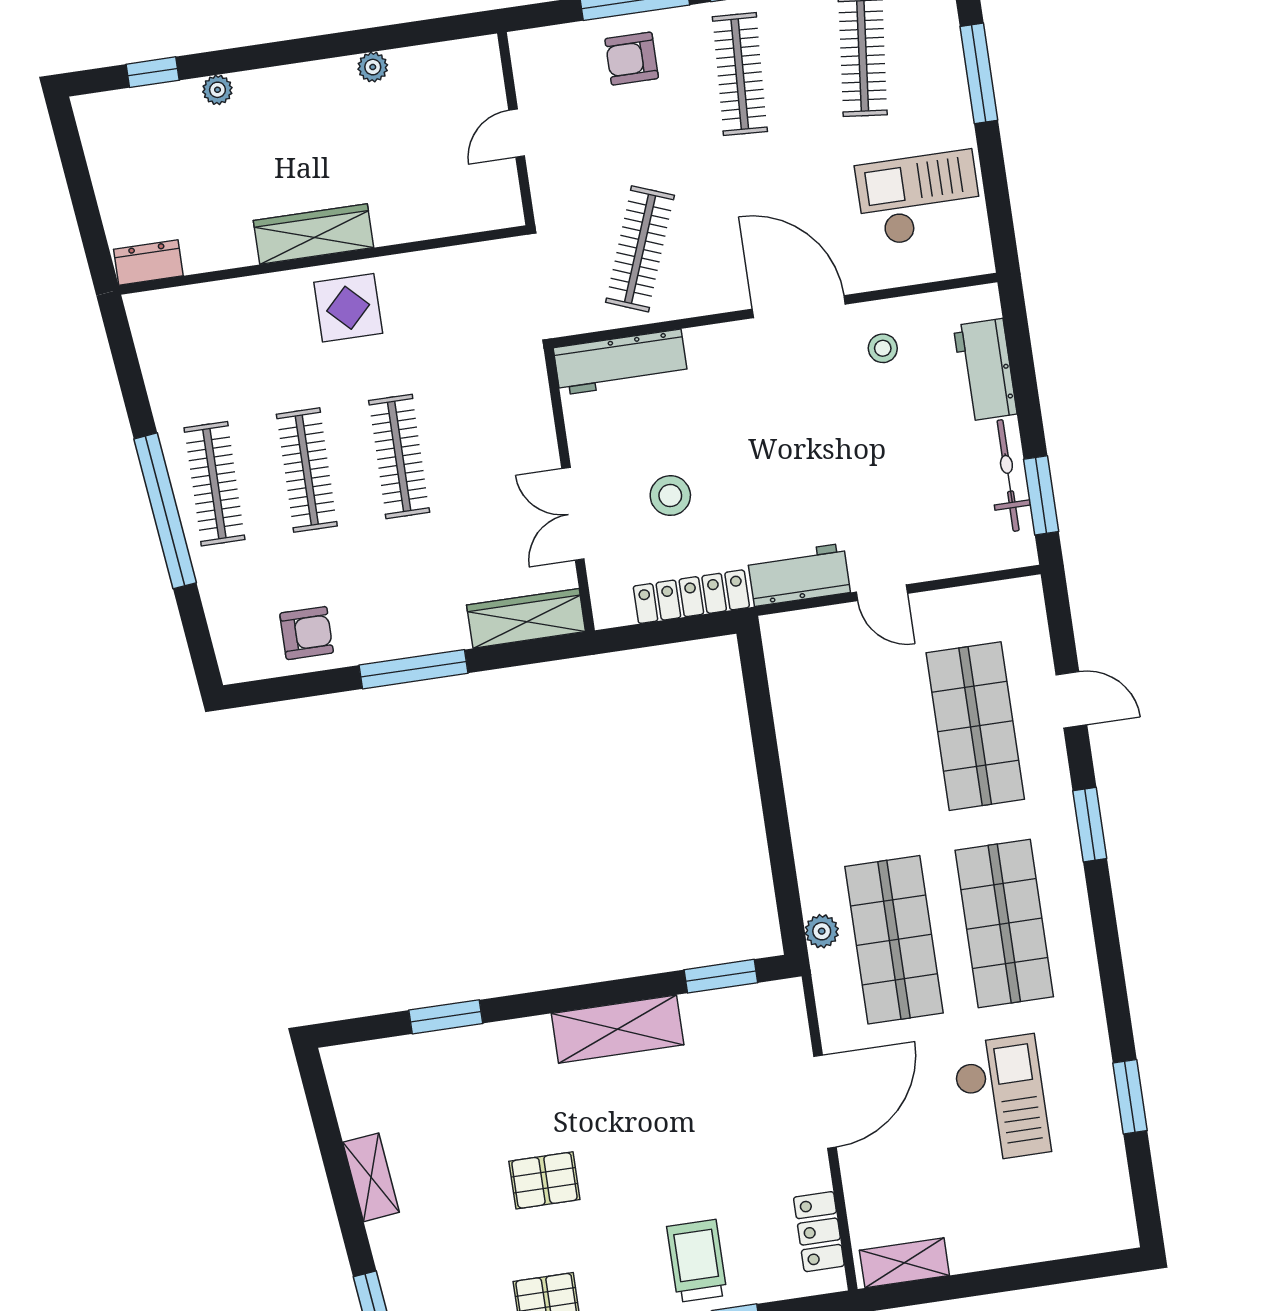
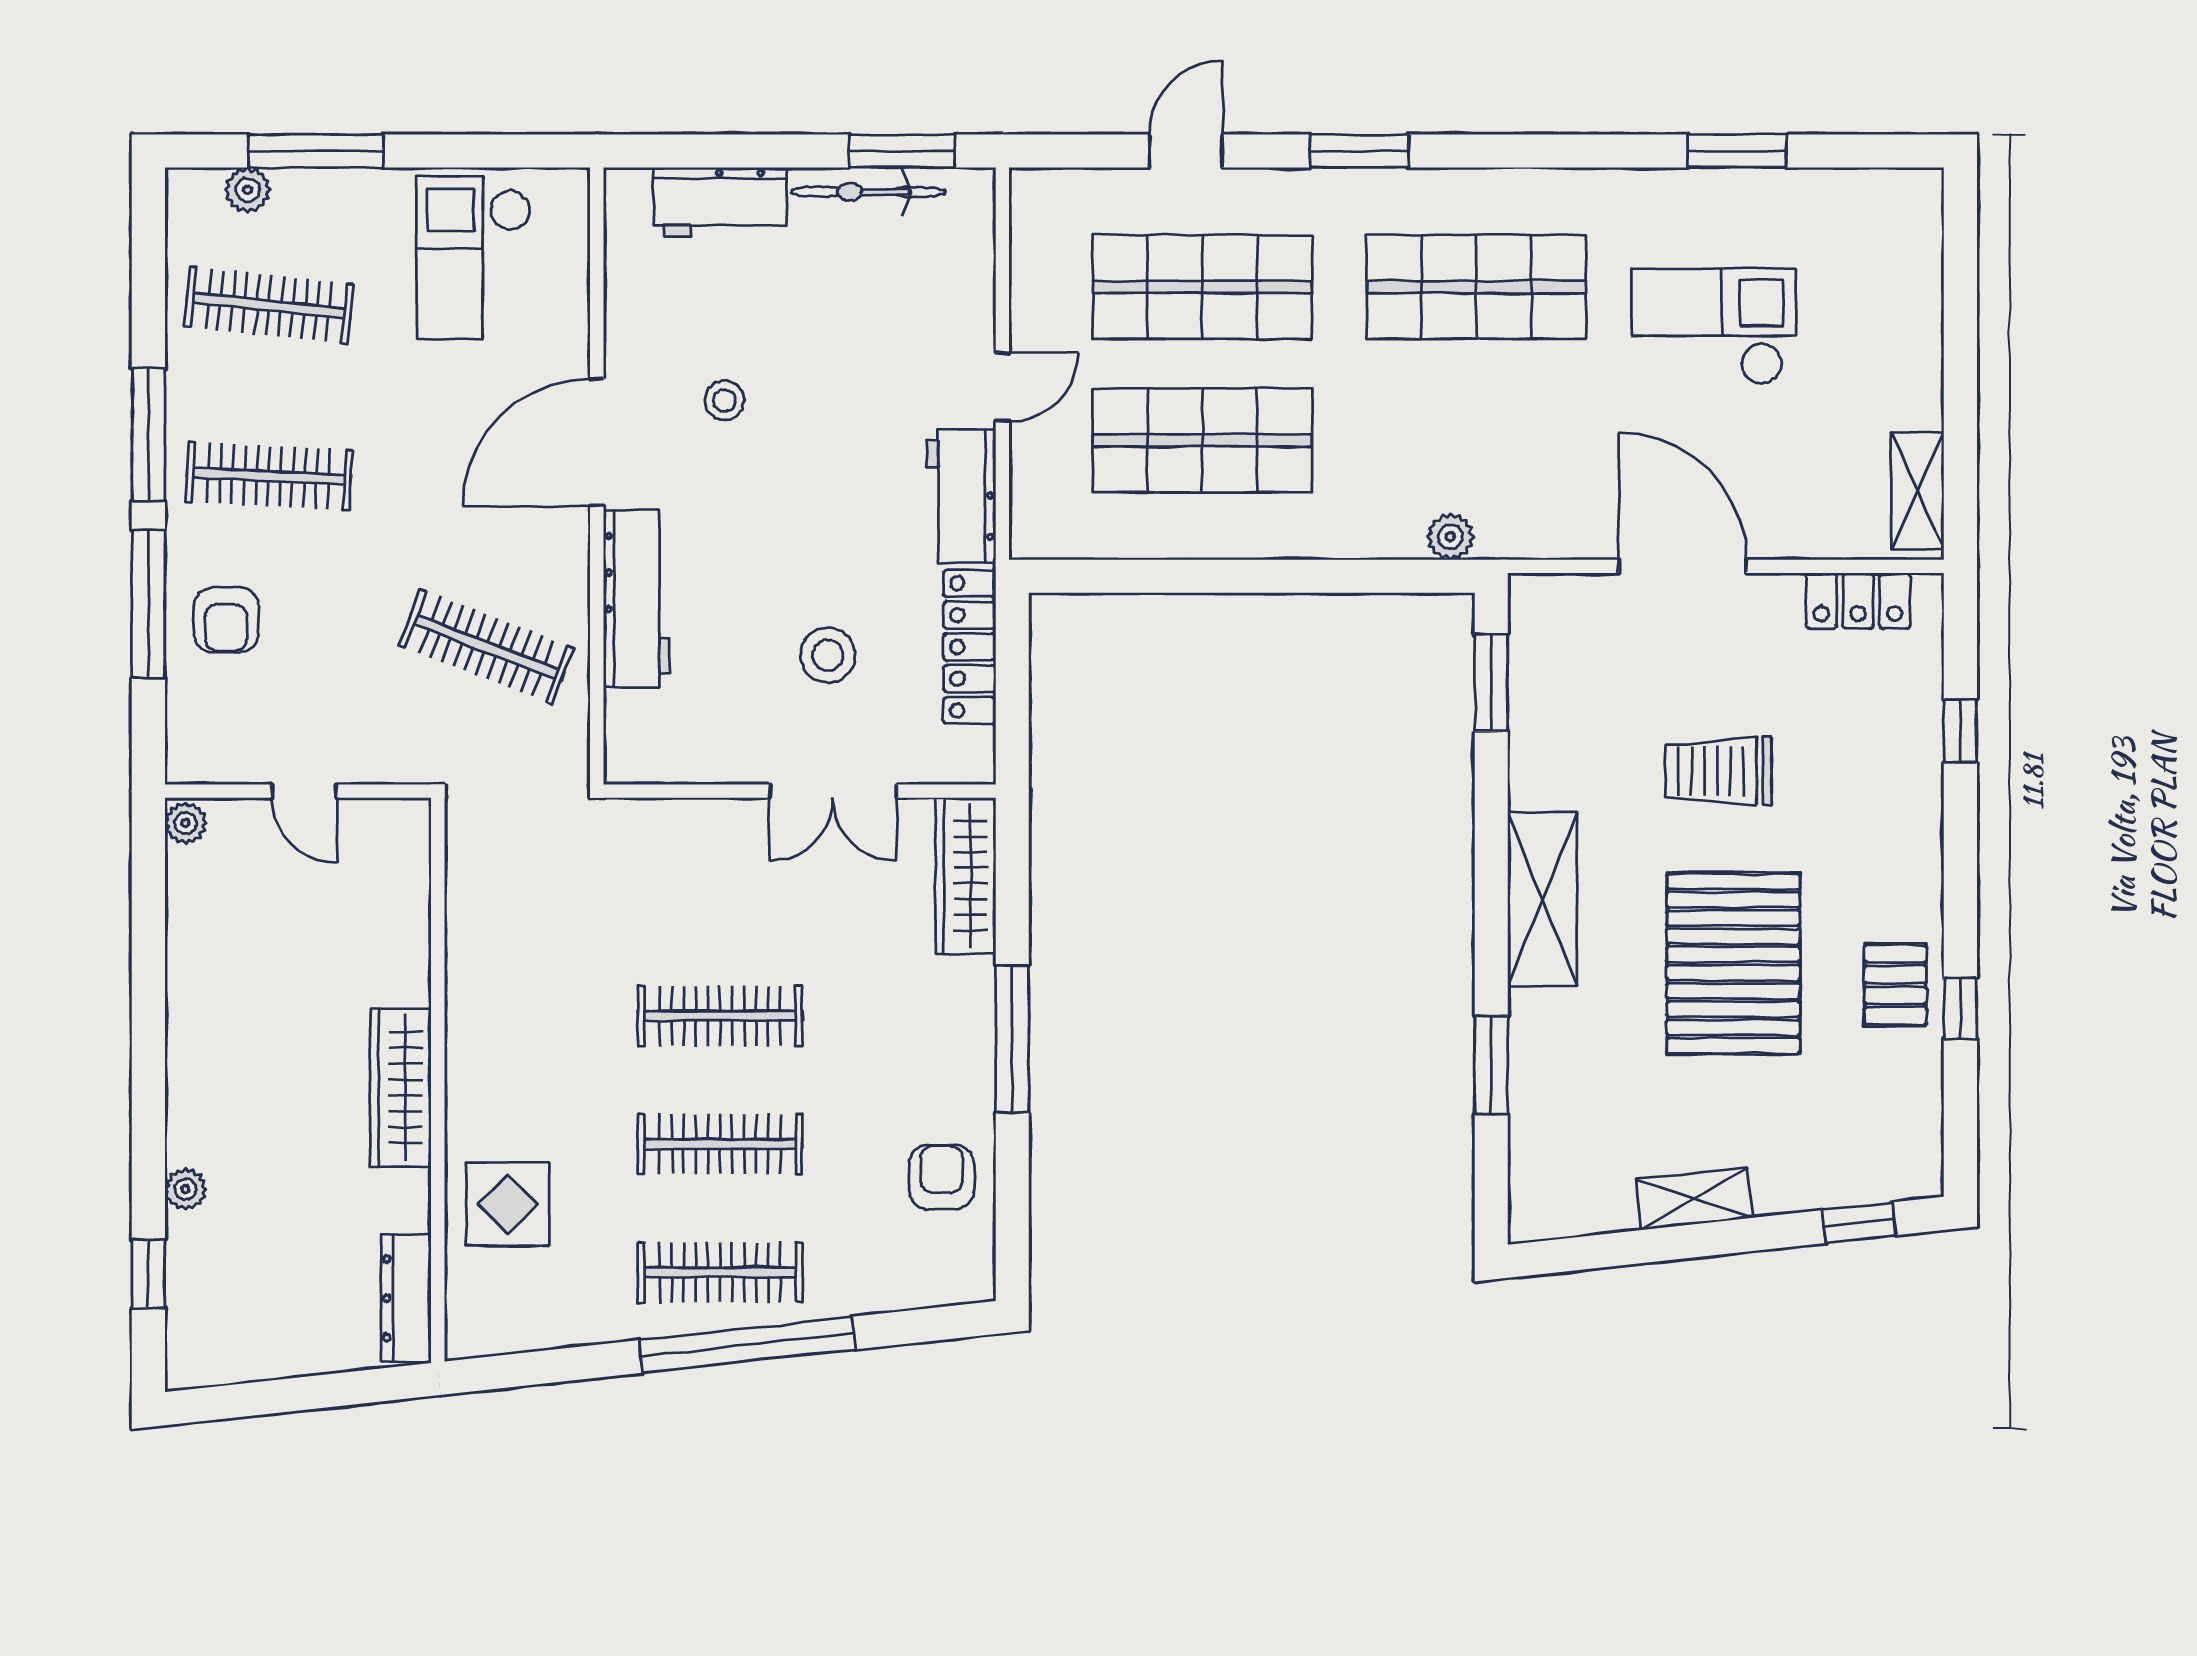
plant: (944, 28) -> (248, 190), added
plant: (373, 67) -> (186, 823), moved
dresser: (148, 262) -> (406, 1298), width x1.44
display table: (348, 308) -> (508, 1204), moved
stool: (883, 348) -> (724, 400), moved
workbench: (621, 362) -> (637, 599), moved
shop shelf: (894, 940) -> (1202, 440), moved
shelving: (618, 1029) -> (1542, 899), moved
pallet: (544, 1180) -> (1733, 964), width x2.05, depth x2.00
trolley: (697, 1261) -> (1718, 771), moved

